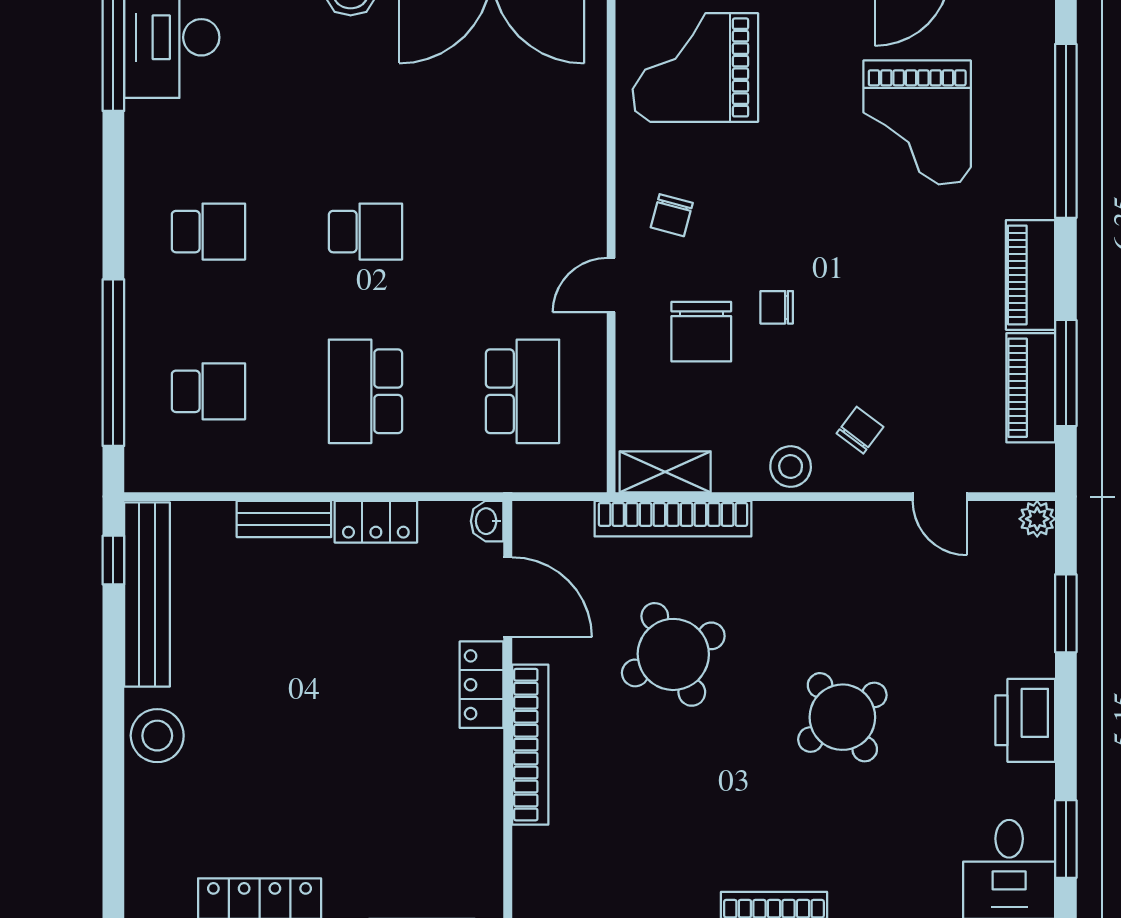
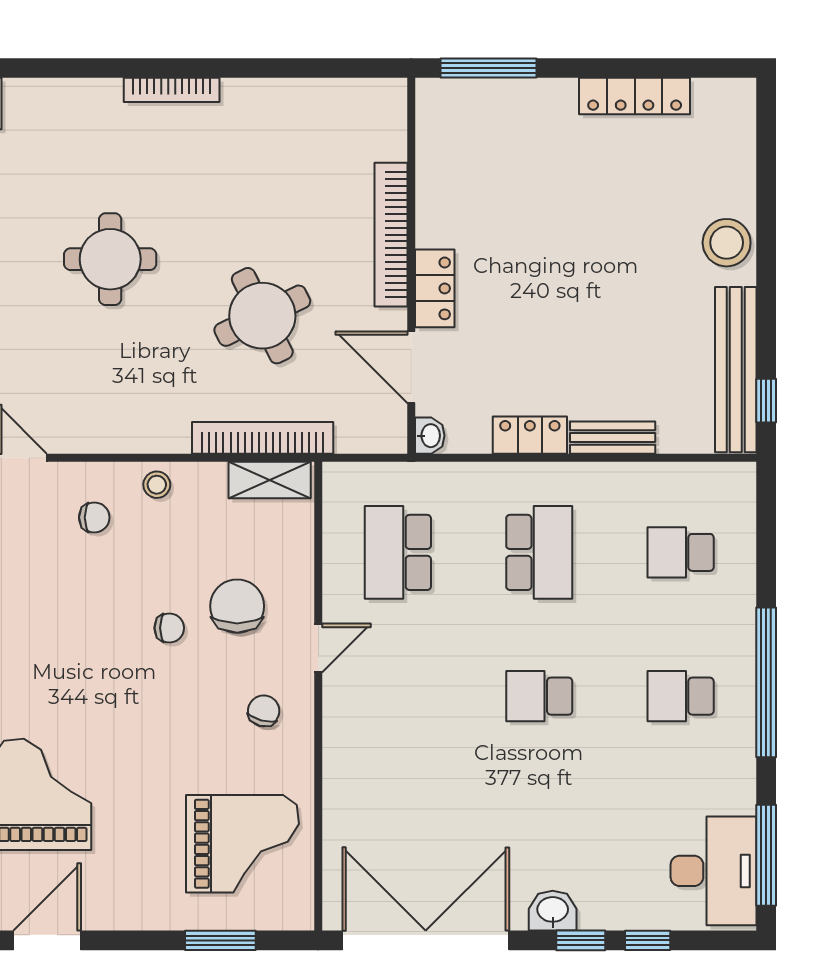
window: (113, 363) -> (766, 682), moved
chair: (860, 430) -> (94, 517), turned -127
stool: (791, 467) -> (157, 485), width x0.73, depth x0.73
round table: (842, 717) -> (110, 259), turned 35

